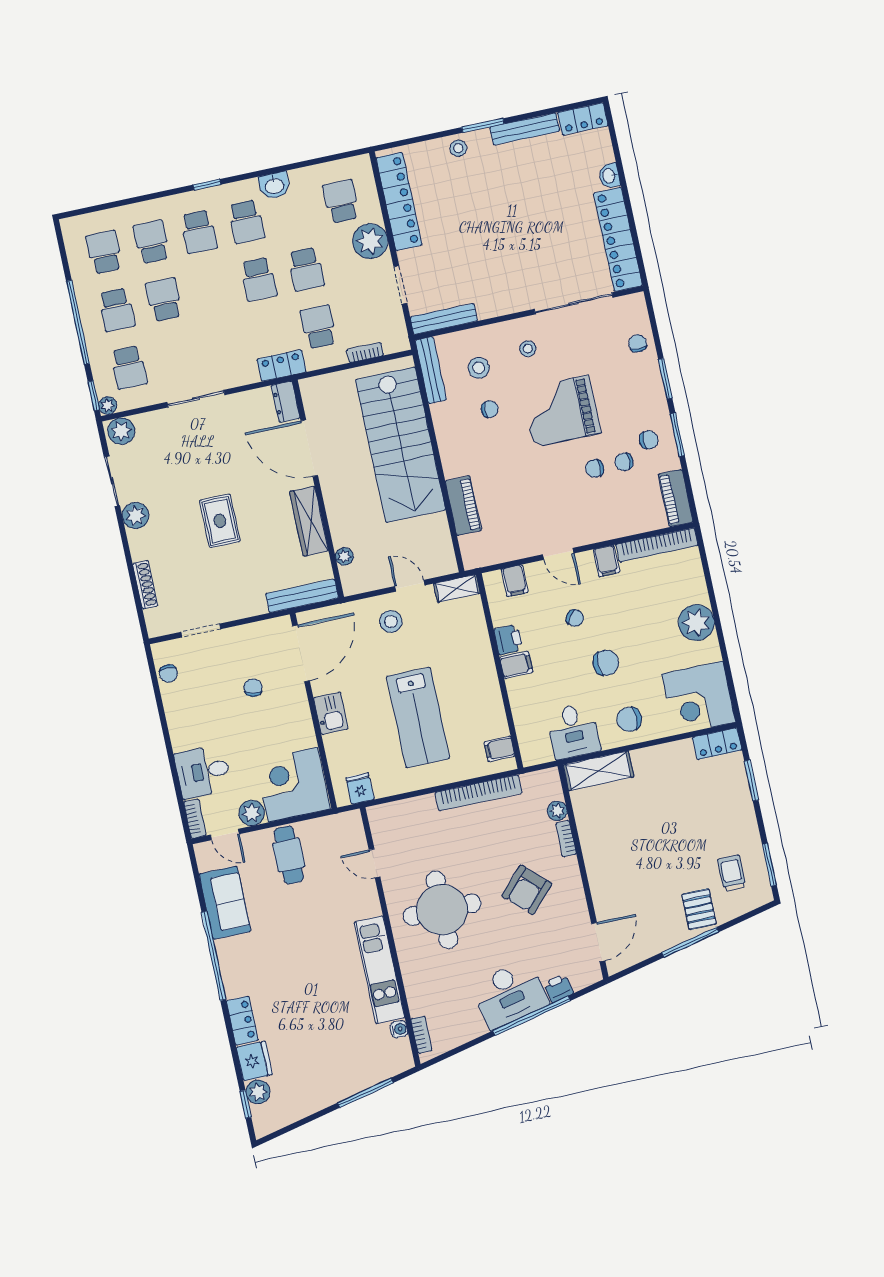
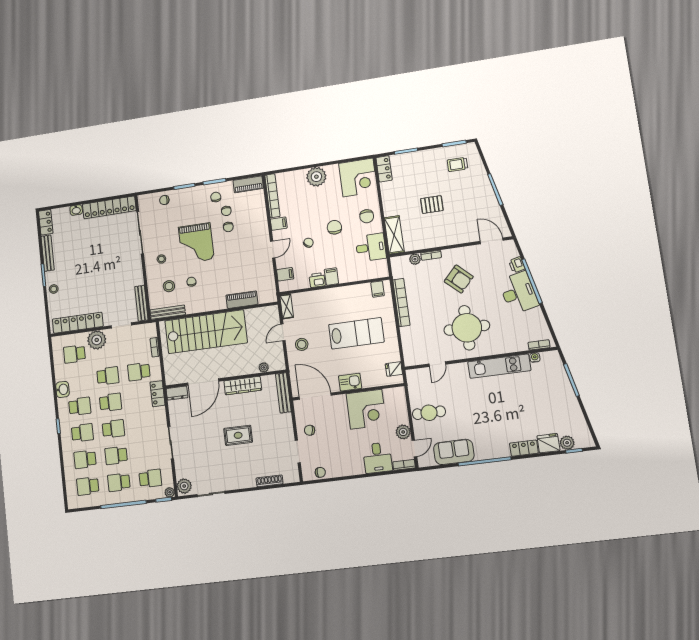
school desk: (211, 289) -> (113, 429), added
school desk: (117, 310) -> (119, 482), turned 180
plant: (136, 516) -> (231, 483), removed
chair: (253, 688) -> (310, 430), moved
corner desk: (293, 785) -> (366, 409), moved, turned -90
pallet: (699, 909) -> (432, 205), moved

